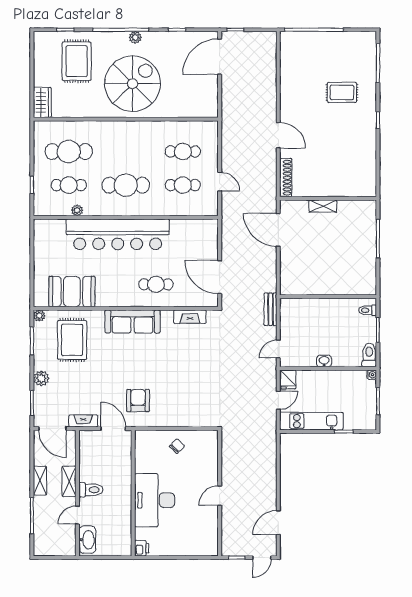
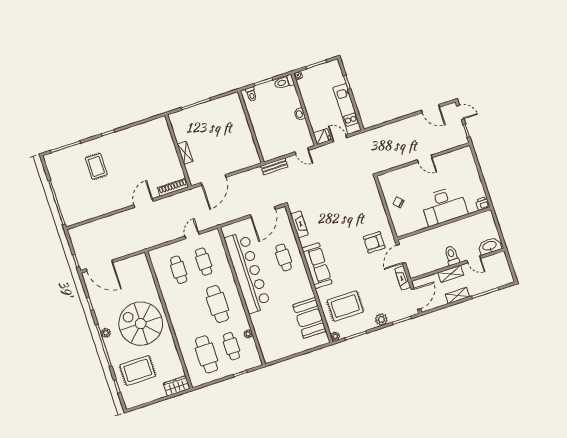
bar counter: (118, 234) -> (248, 272), moved

